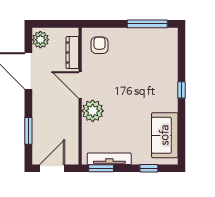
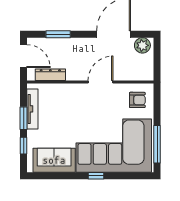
dresser: (72, 52) -> (50, 75), moved
corner sofa: (149, 71) -> (114, 146), added
plant: (93, 111) -> (77, 94), removed
window: (101, 168) -> (24, 118), moved

